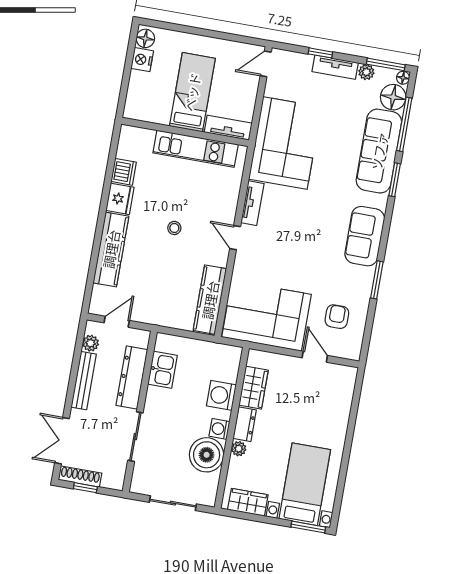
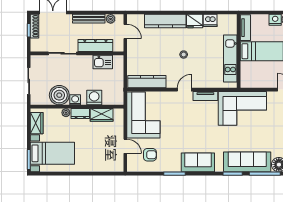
tv unit: (228, 128) -> (245, 28), moved
door: (315, 357) -> (125, 146), hinge flipped

